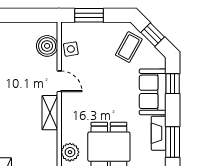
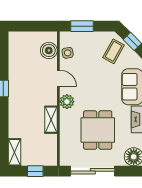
shelving: (50, 113) -> (51, 120), moved
plant: (70, 152) -> (67, 102), moved

